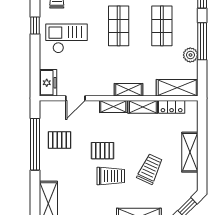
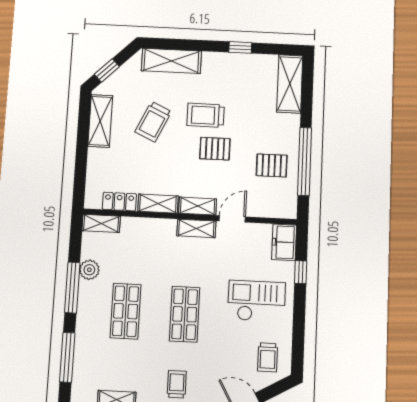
window: (35, 26) -> (301, 272), moved
checkout: (67, 38) -> (256, 301), turned 180
shelving: (177, 88) -> (101, 223), width x0.67, depth x0.75
shelving: (128, 90) -> (196, 228), moved
door: (75, 98) -> (232, 219), moved
shelving: (190, 152) -> (100, 121), moved

